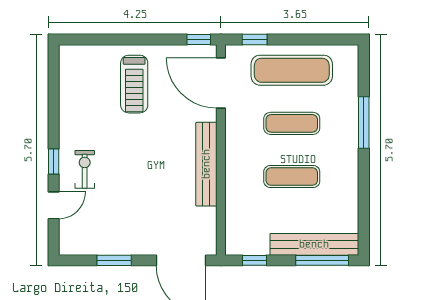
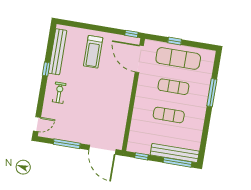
window: (255, 39) -> (175, 41), moved
window: (54, 161) -> (46, 69), moved
bench: (206, 164) -> (58, 52), moved
door: (54, 205) -> (37, 124), moved
window: (114, 260) -> (67, 144), width x1.44

